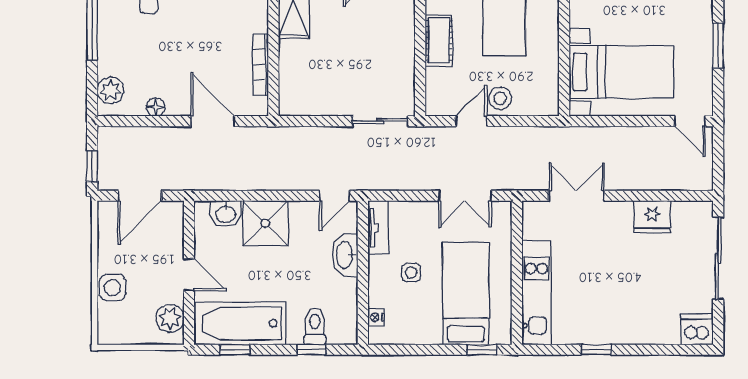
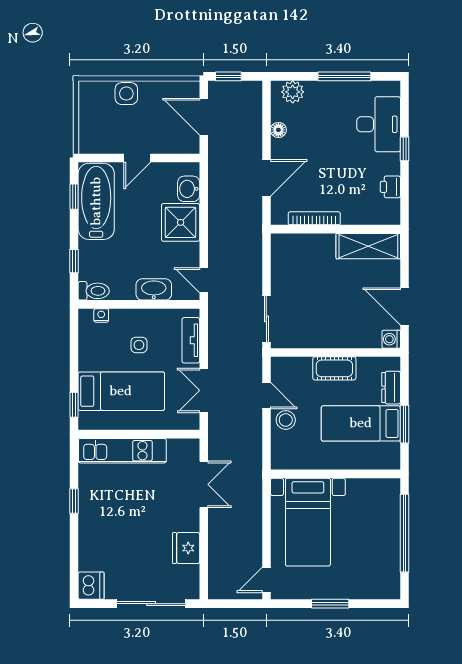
tv unit: (378, 228) -> (191, 340), moved, turned 90
plant: (170, 318) -> (100, 142), removed
toilet: (315, 326) -> (94, 291), moved

